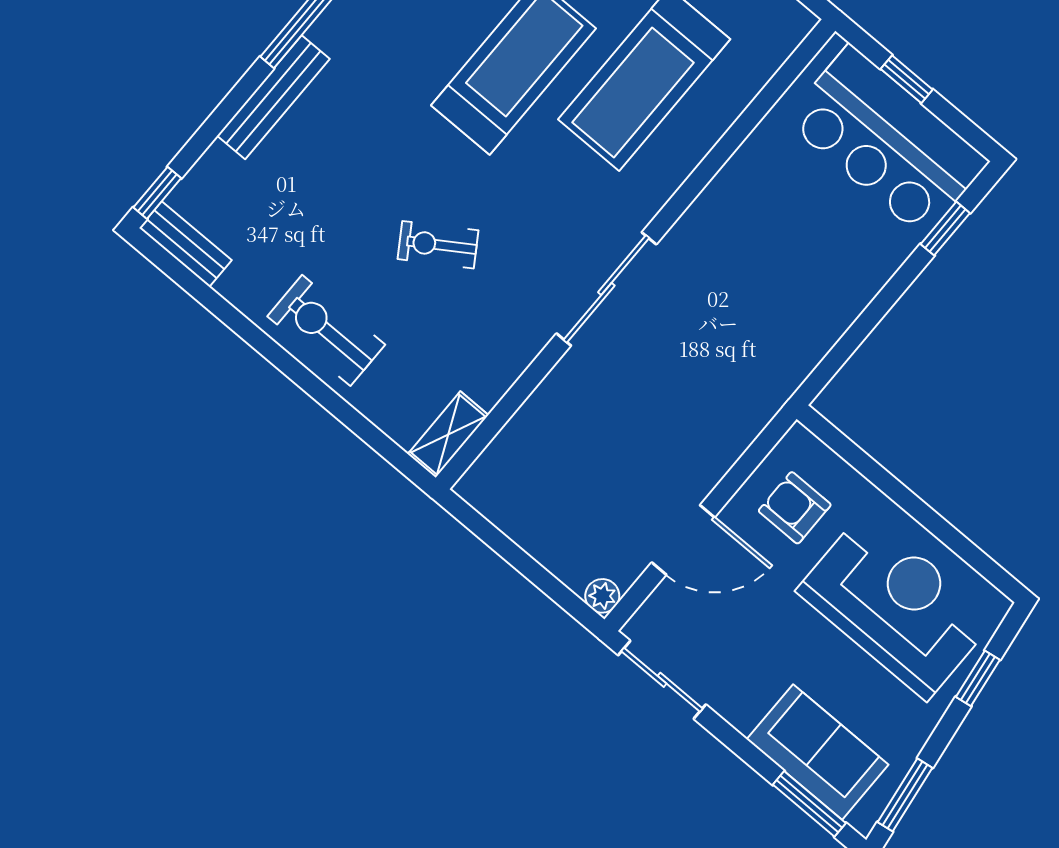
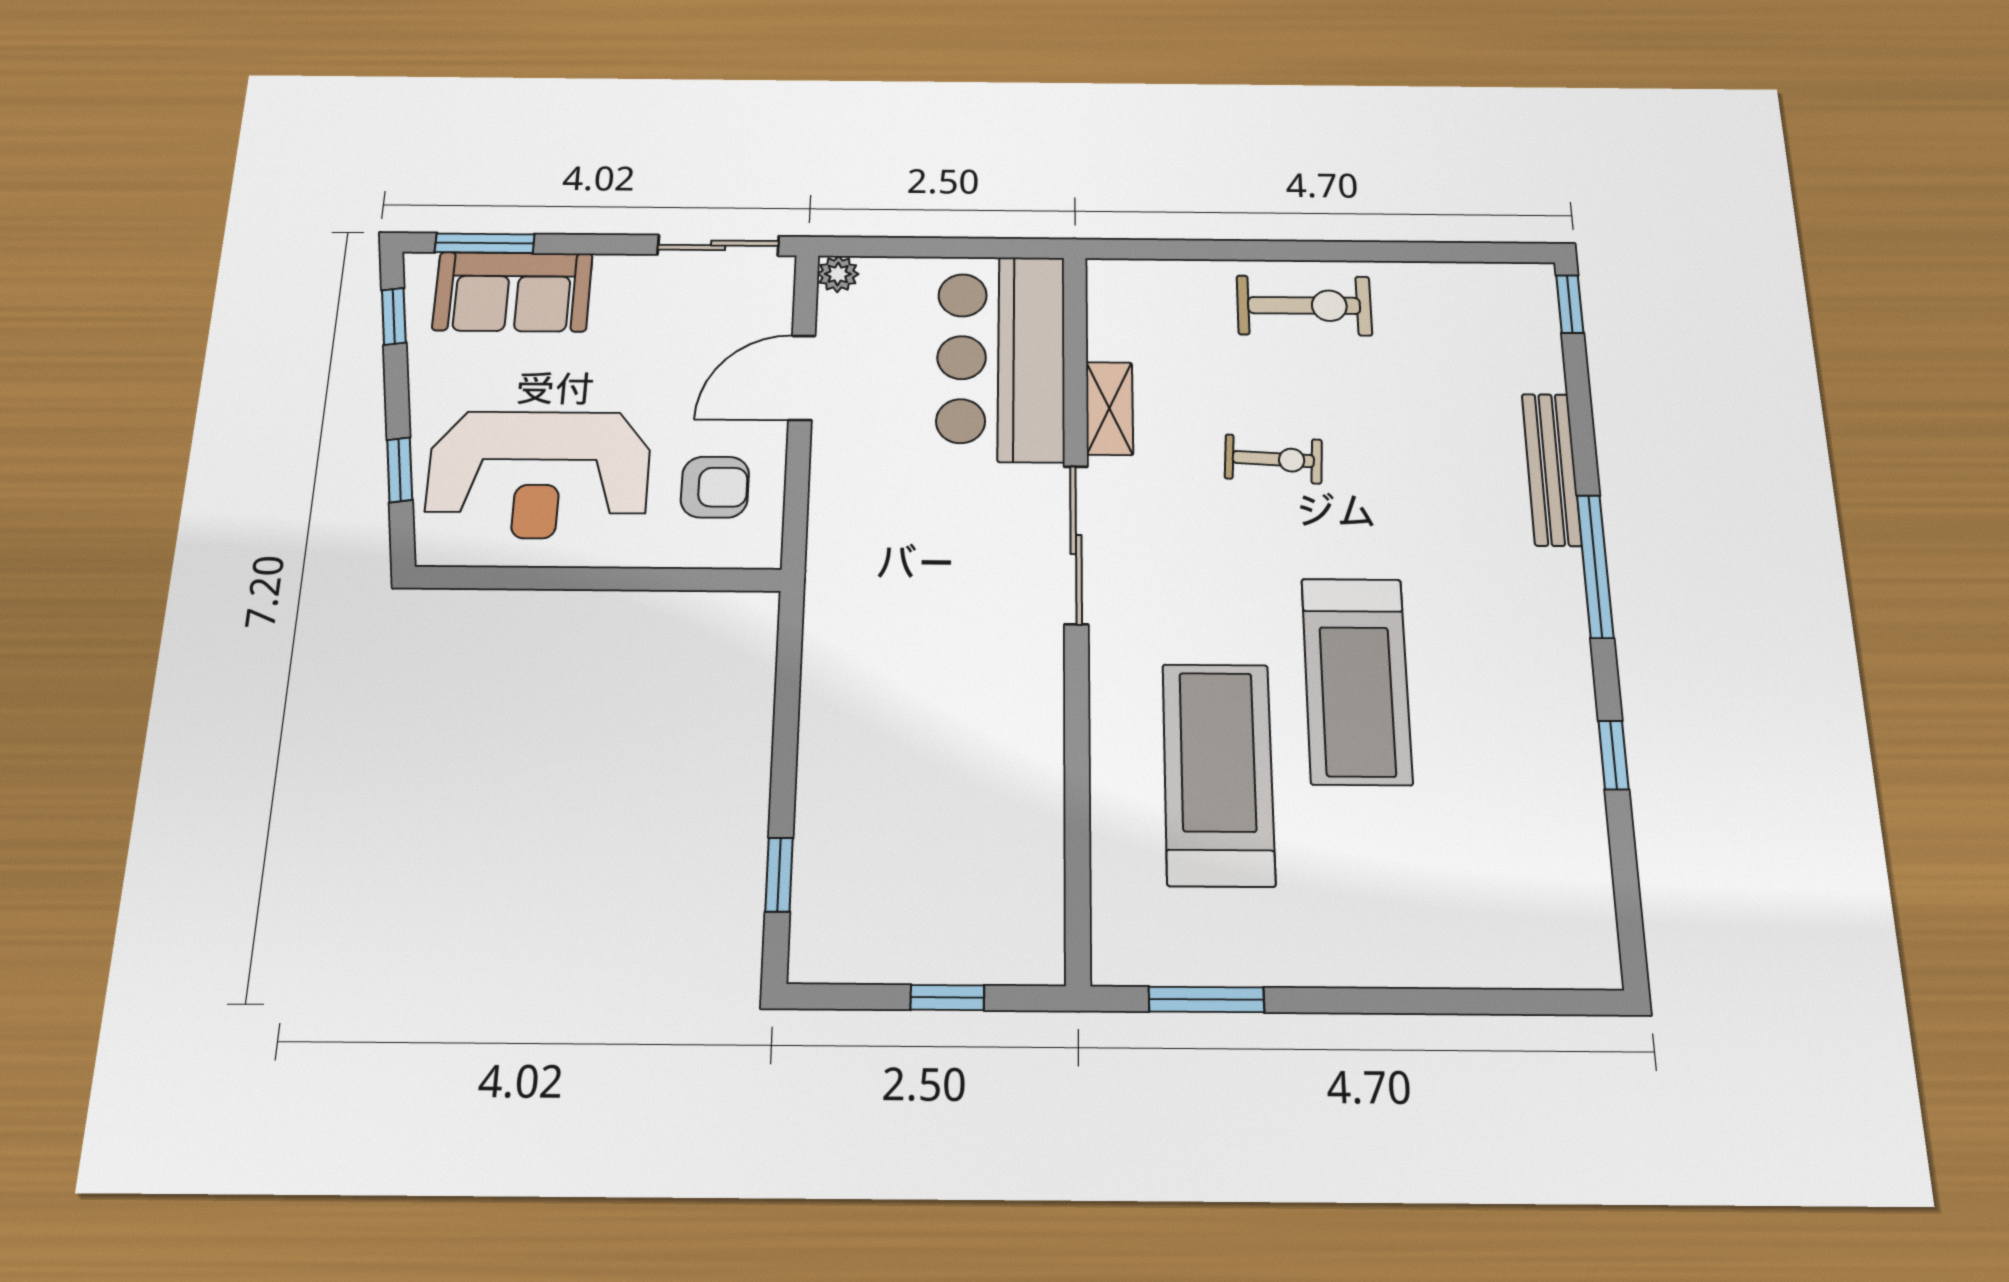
bar counter: (887, 141) -> (1001, 358), moved, turned -90
bench: (185, 244) -> (1501, 281), removed
exercise bike: (438, 245) -> (1273, 459), turned 36
shelving: (448, 435) -> (1109, 408), moved
window: (905, 795) -> (394, 316), width x0.67

